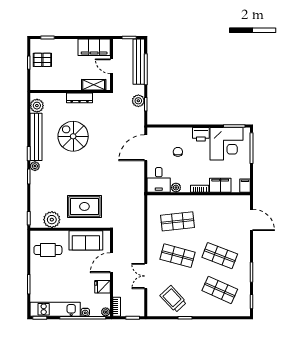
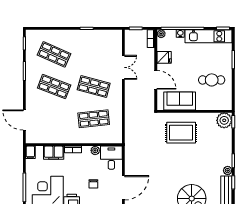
plant: (52, 220) -> (224, 120), moved
cafe table: (48, 250) -> (212, 80), moved
door: (111, 263) -> (156, 80), hinge flipped
trolley: (173, 299) -> (98, 46), removed

